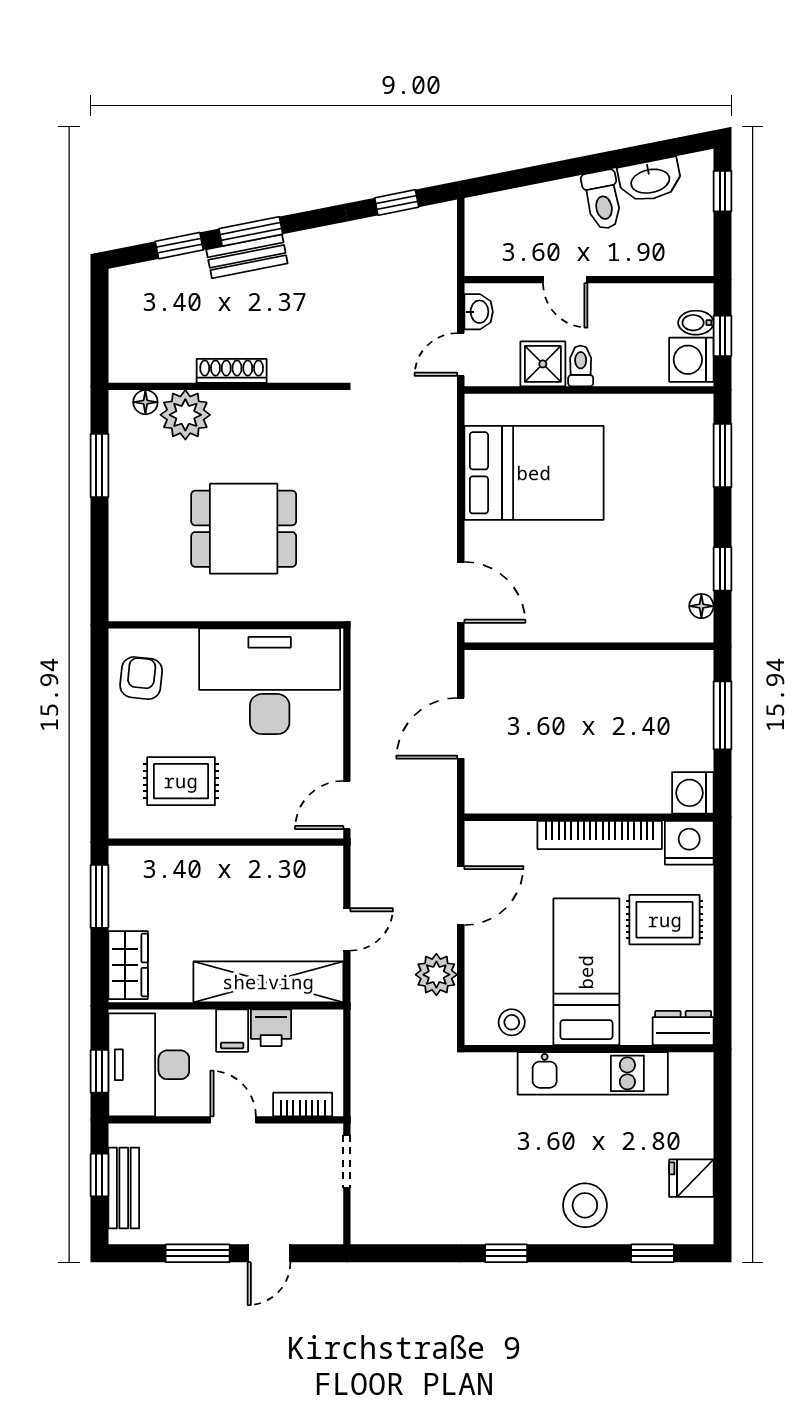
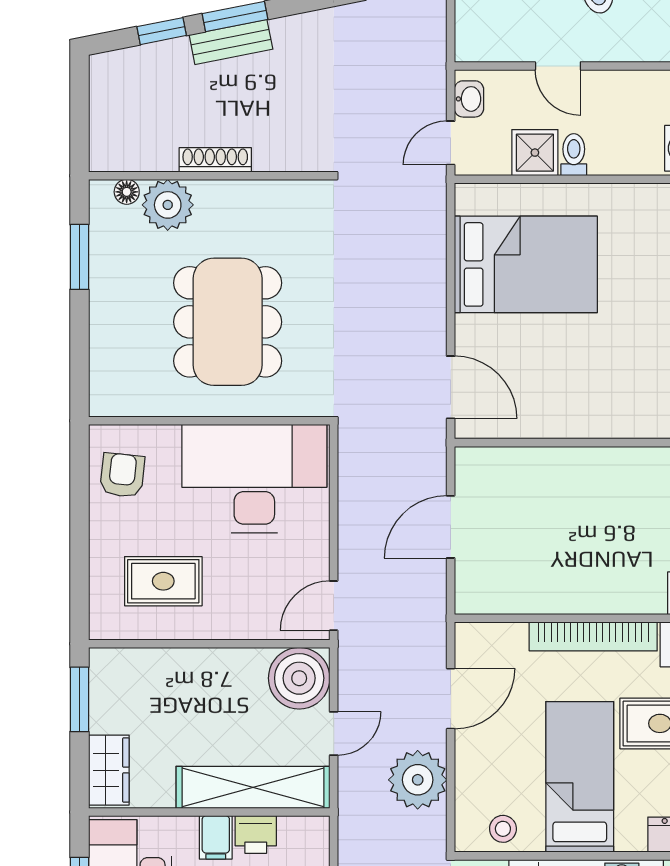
dining table: (244, 529) -> (228, 322), width x1.38
boiler: (313, 876) -> (299, 678), added
plant: (436, 975) -> (418, 780), width x1.36, depth x1.36

